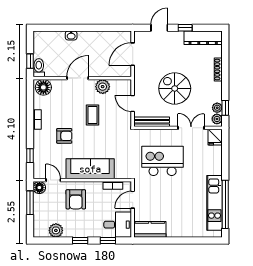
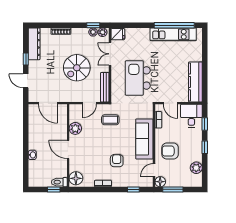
coffee table: (93, 115) -> (110, 120), moved
armchair: (76, 199) -> (170, 151), turned 180
kitchen counter: (150, 229) -> (195, 82), width x1.50

